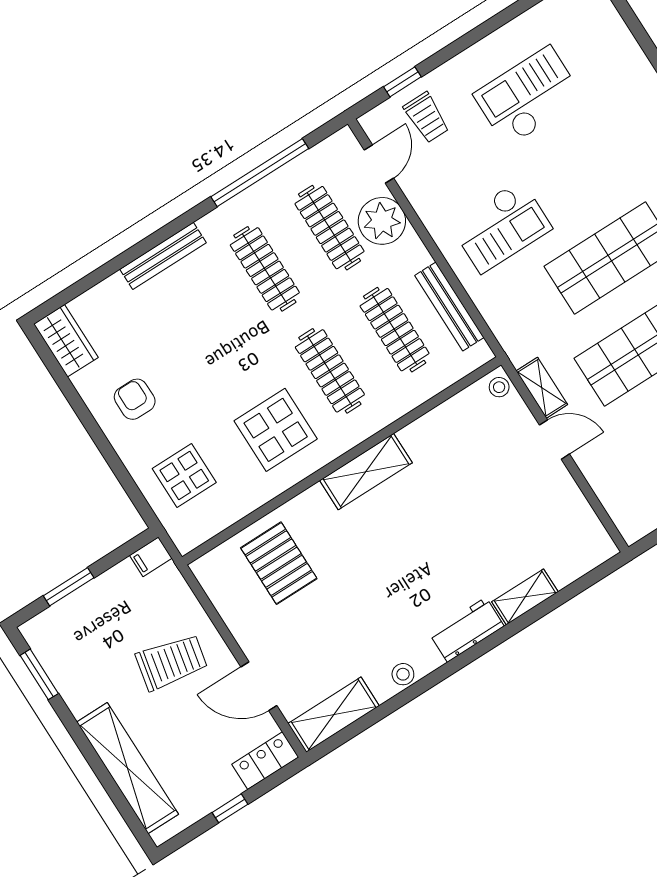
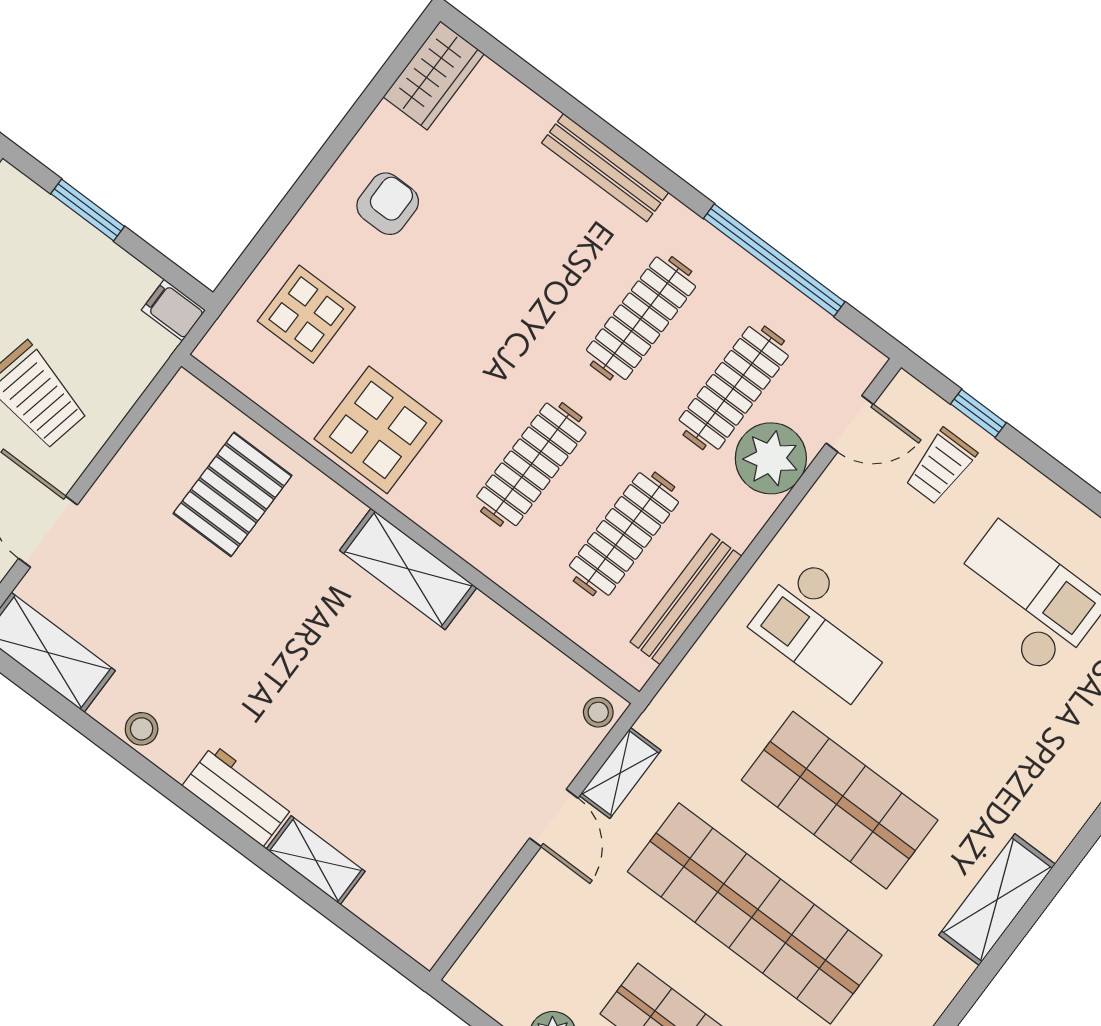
display table: (276, 430) -> (378, 430), moved

